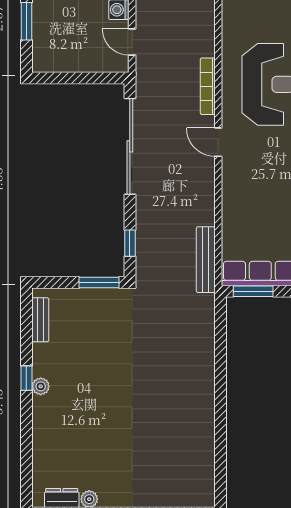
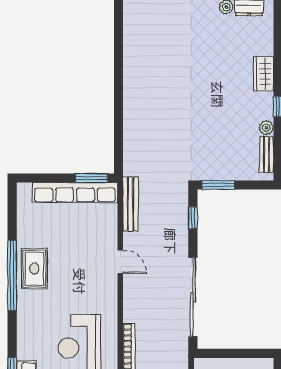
door: (218, 142) -> (120, 262), moved
plant: (41, 386) -> (266, 128), moved
wardrobe: (44, 418) -> (264, 74), added

